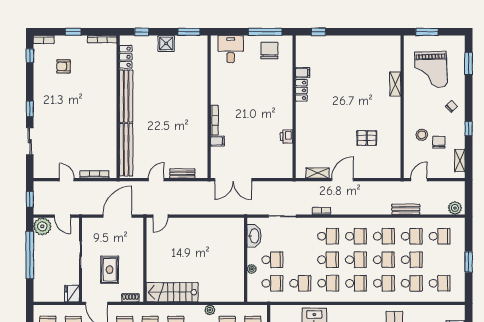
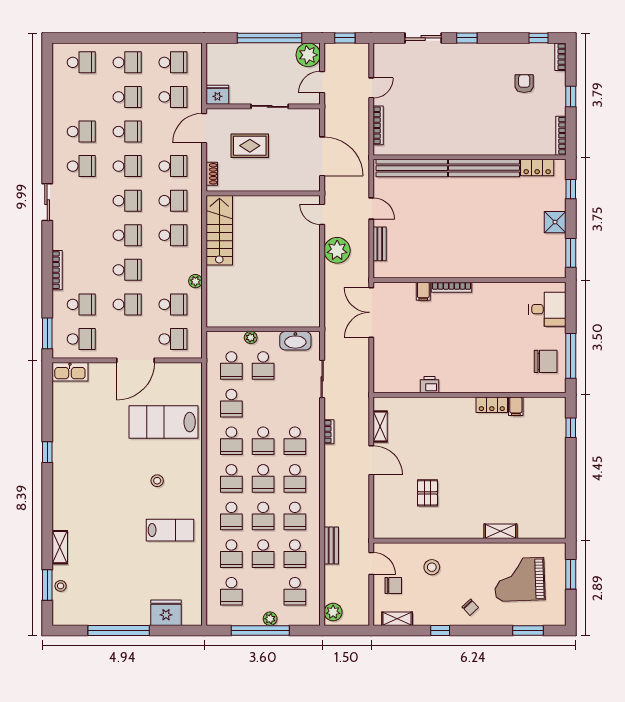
chair: (439, 142) -> (393, 586), moved
plant: (187, 205) -> (337, 250), added
plant: (460, 255) -> (270, 619), added
window: (469, 262) -> (260, 630), width x2.11

